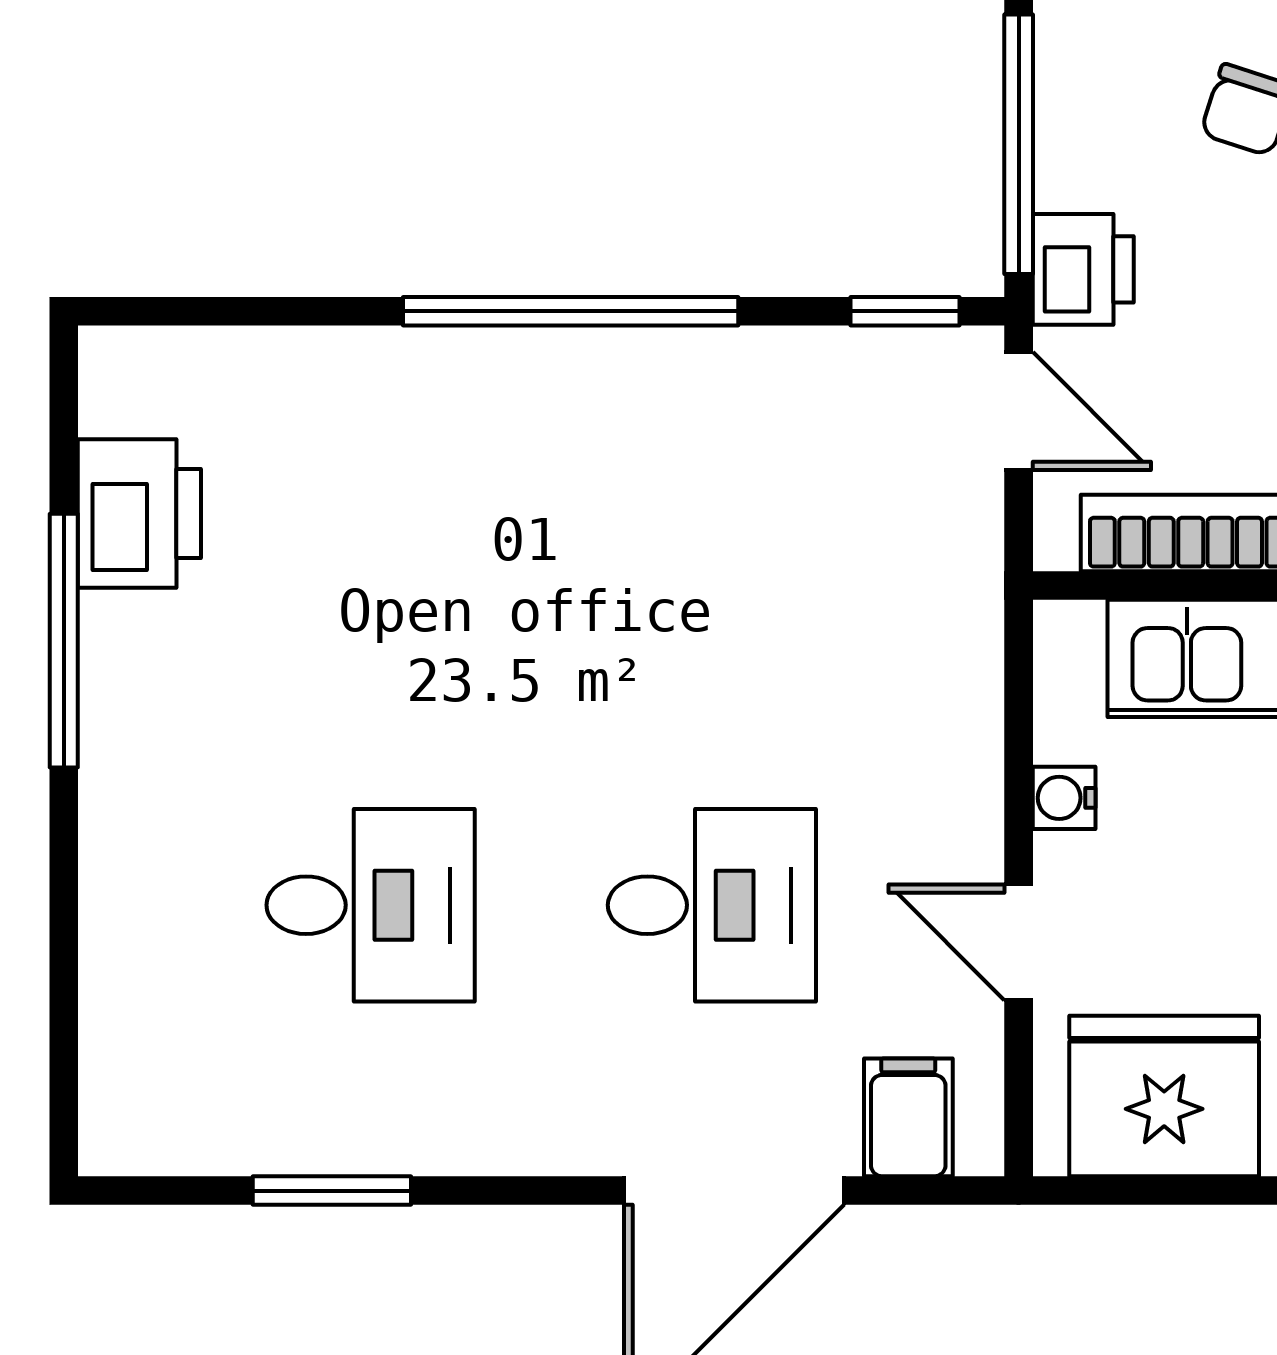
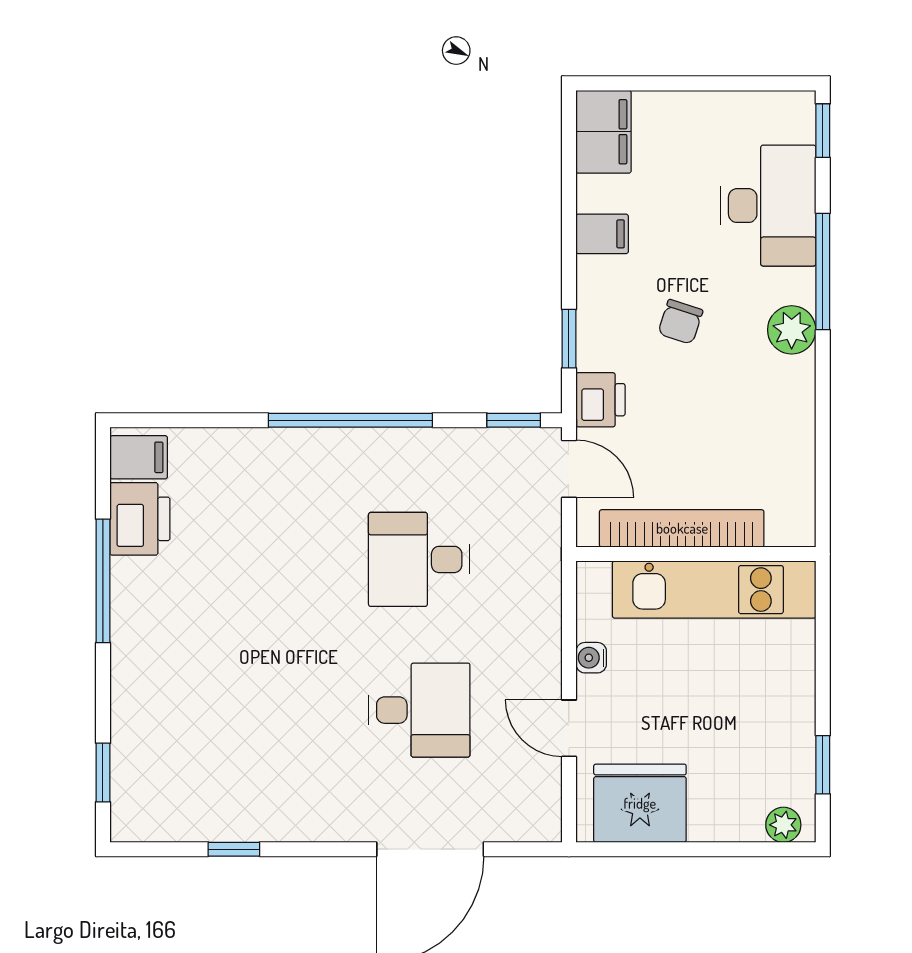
window: (1019, 144) -> (569, 339), width x0.46
desk: (371, 905) -> (419, 559), moved, turned 180
window: (64, 1033) -> (103, 773), added
filing cabinet: (908, 1117) -> (139, 457), moved, turned 90
window: (332, 1191) -> (234, 849), width x0.67

